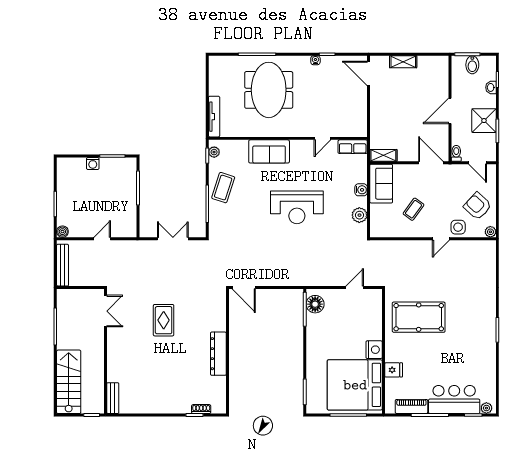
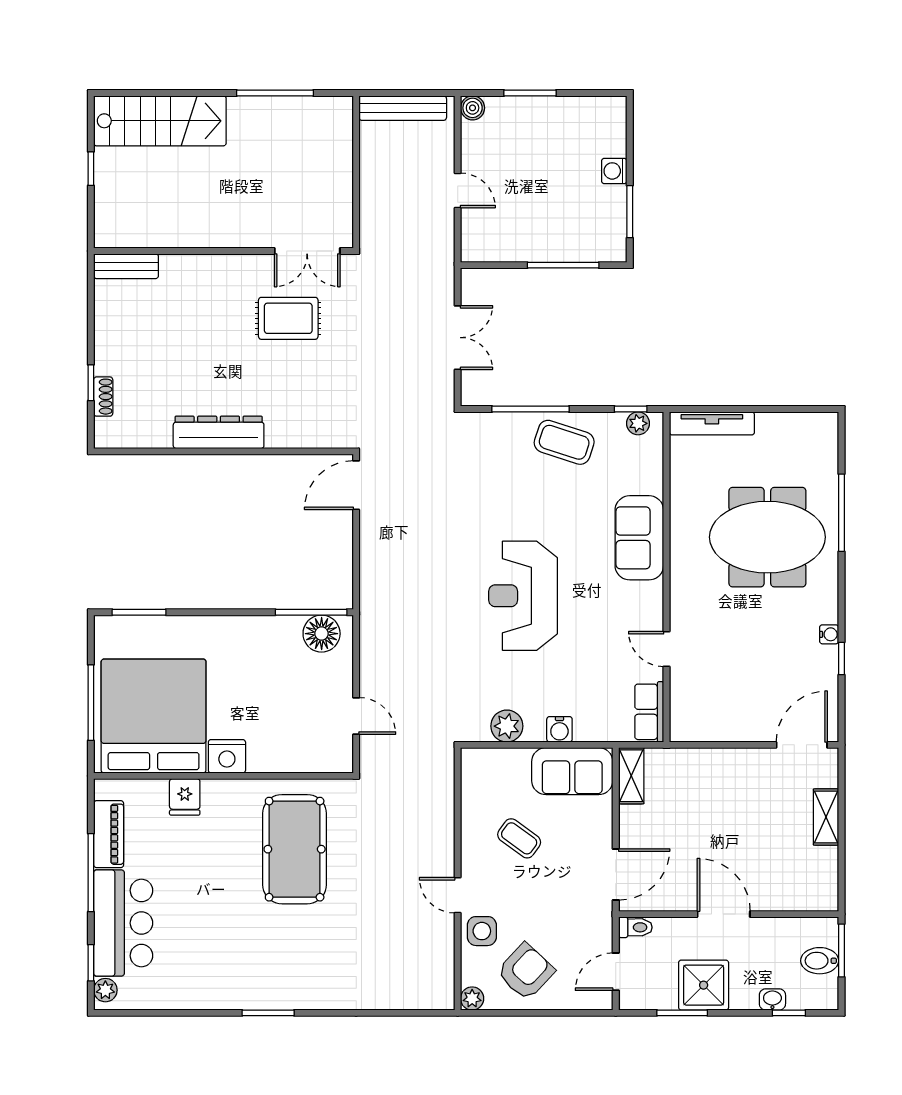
double door: (105, 311) -> (307, 251), moved
wall: (105, 351) -> (223, 251), moved
bench: (113, 398) -> (126, 266), moved

